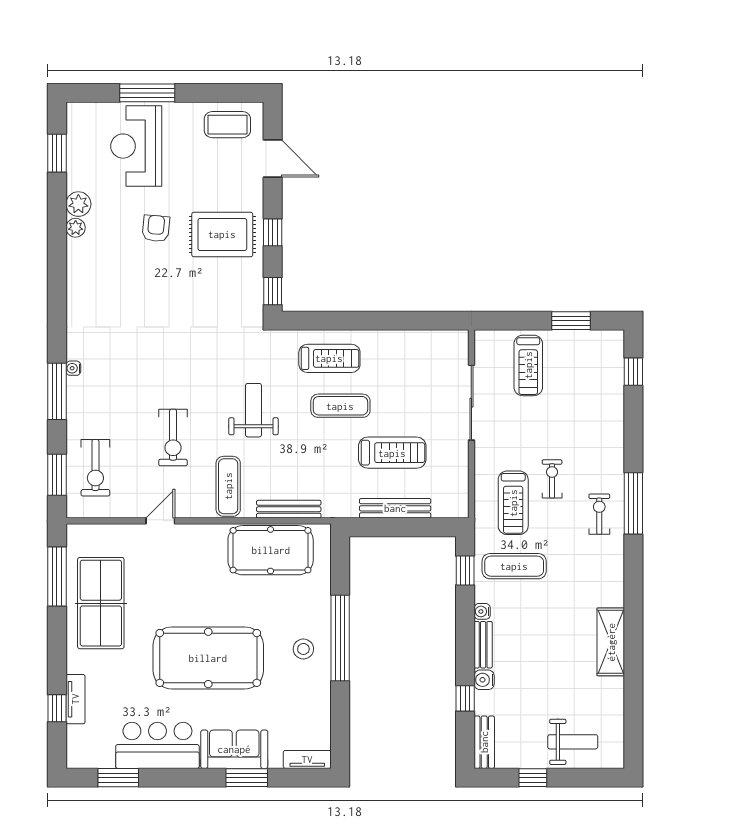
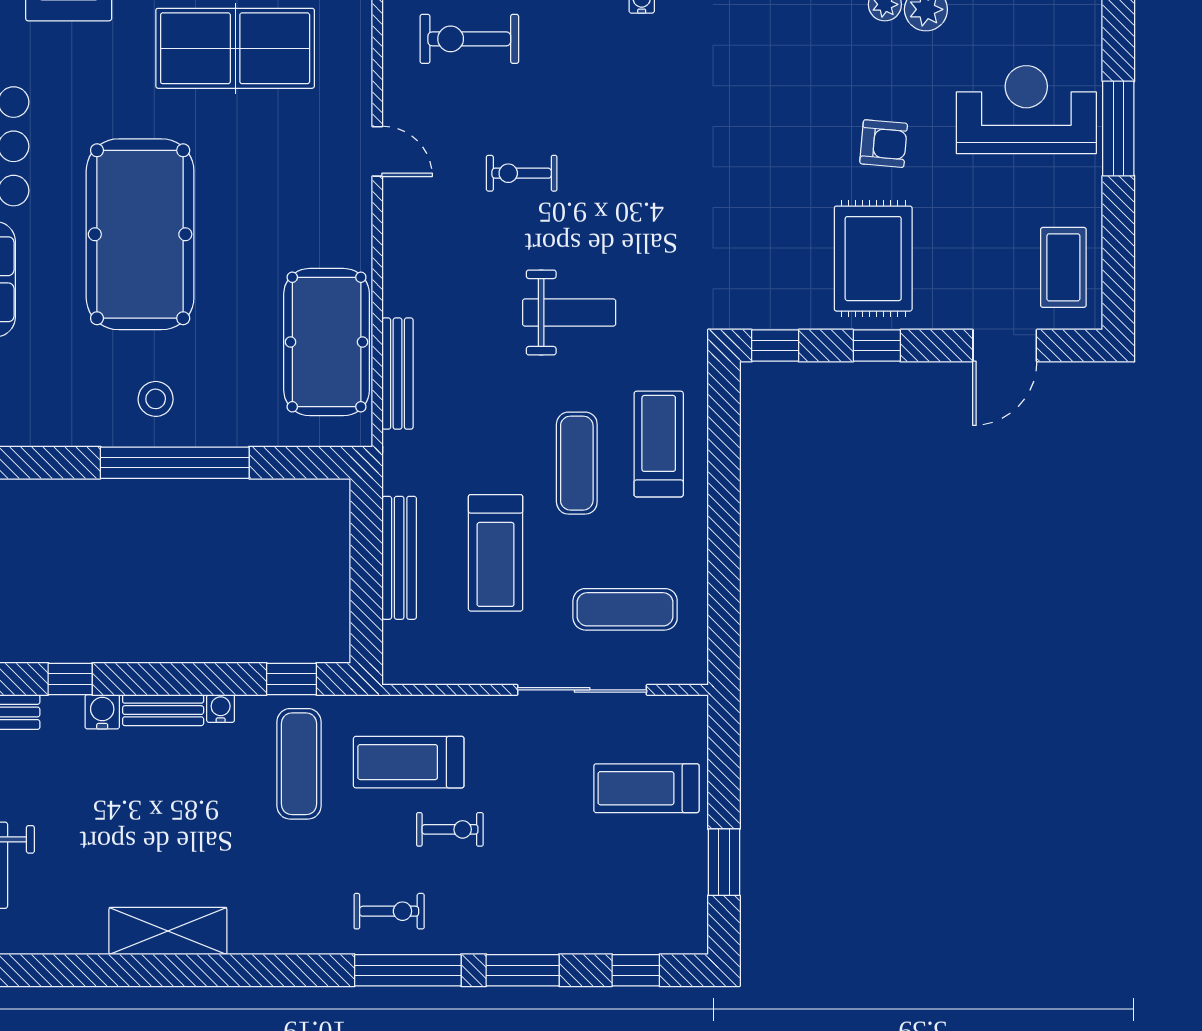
treadmill: (329, 358) -> (659, 444), turned 180
window: (633, 437) -> (523, 970), added
exercise bike: (173, 438) -> (522, 173), width x0.73, depth x0.72
exercise mat: (228, 486) -> (625, 609), moved

